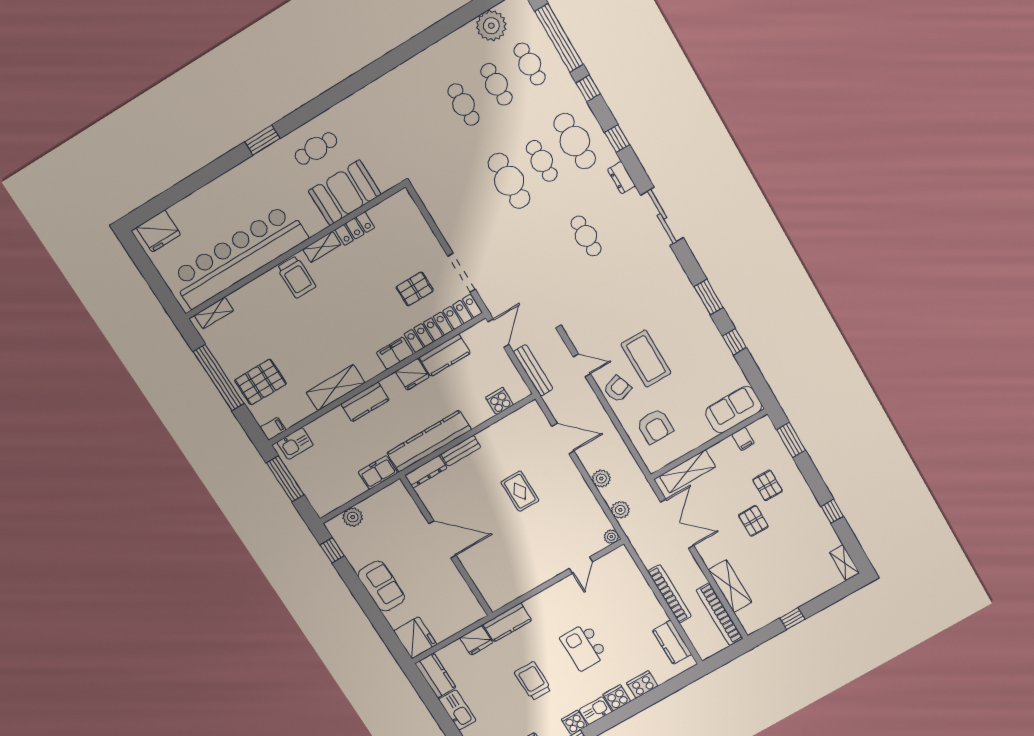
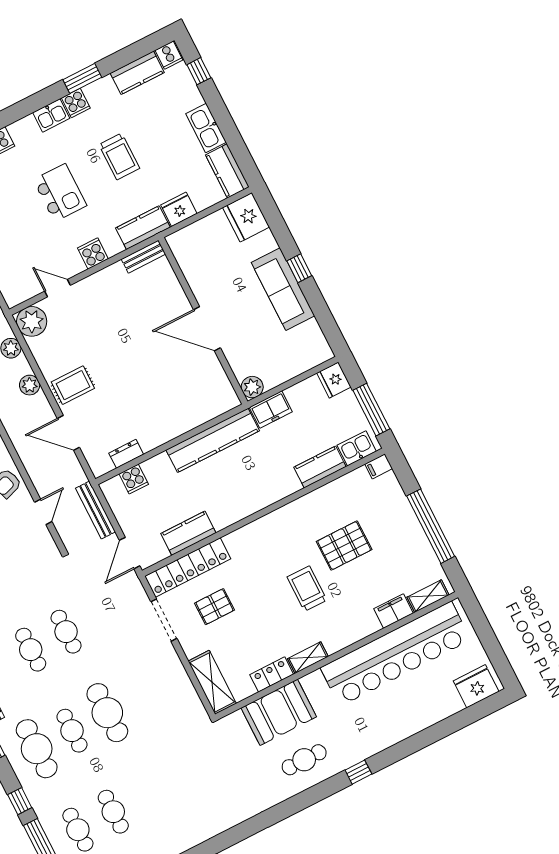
cafe table: (464, 105) -> (66, 632), moved
window: (262, 140) -> (358, 772), width x0.67
trolley: (296, 277) -> (307, 589), moved
filing cabinet: (395, 353) -> (394, 611), moved, turned 180
door: (582, 365) -> (43, 512), swing flipped
fridge: (412, 374) -> (334, 380), moved, turned -90
pallet: (260, 382) -> (344, 546), moved
shelving: (336, 388) -> (212, 682), moved, turned 90
kitchen counter: (365, 402) -> (320, 467), moved
bench: (461, 451) -> (143, 257), moved
dresser: (426, 472) -> (126, 454), moved, width x0.70
rug: (520, 491) -> (73, 385), moved, turned 90
plant: (353, 517) -> (252, 387), moved
plant: (611, 537) -> (32, 321), width x1.88, depth x1.88
window: (332, 550) -> (299, 268), moved
door: (581, 565) -> (57, 288), hinge flipped
sofa: (381, 586) -> (283, 289), width x1.36
cooker: (617, 698) -> (93, 253), moved, turned 180

